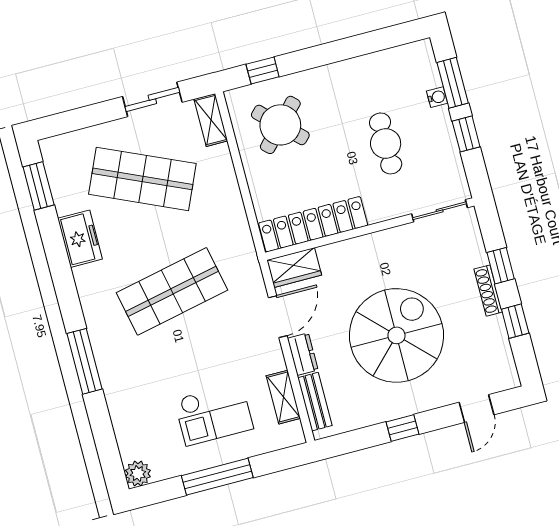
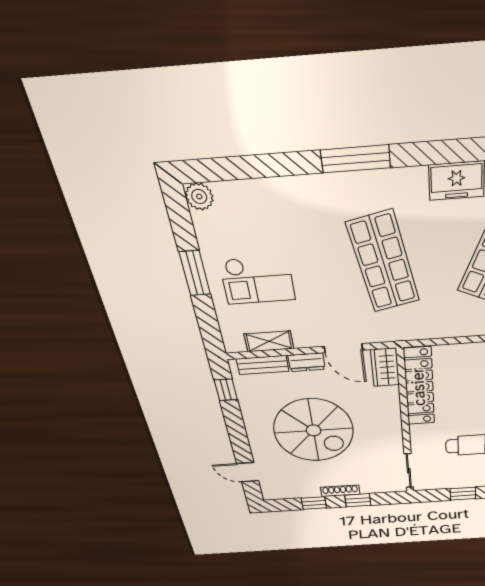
window: (85, 361) -> (356, 159), moved
checkout: (214, 414) -> (257, 280), turned -90
window: (403, 428) -> (226, 390), moved
window: (217, 477) -> (195, 273), width x0.69

